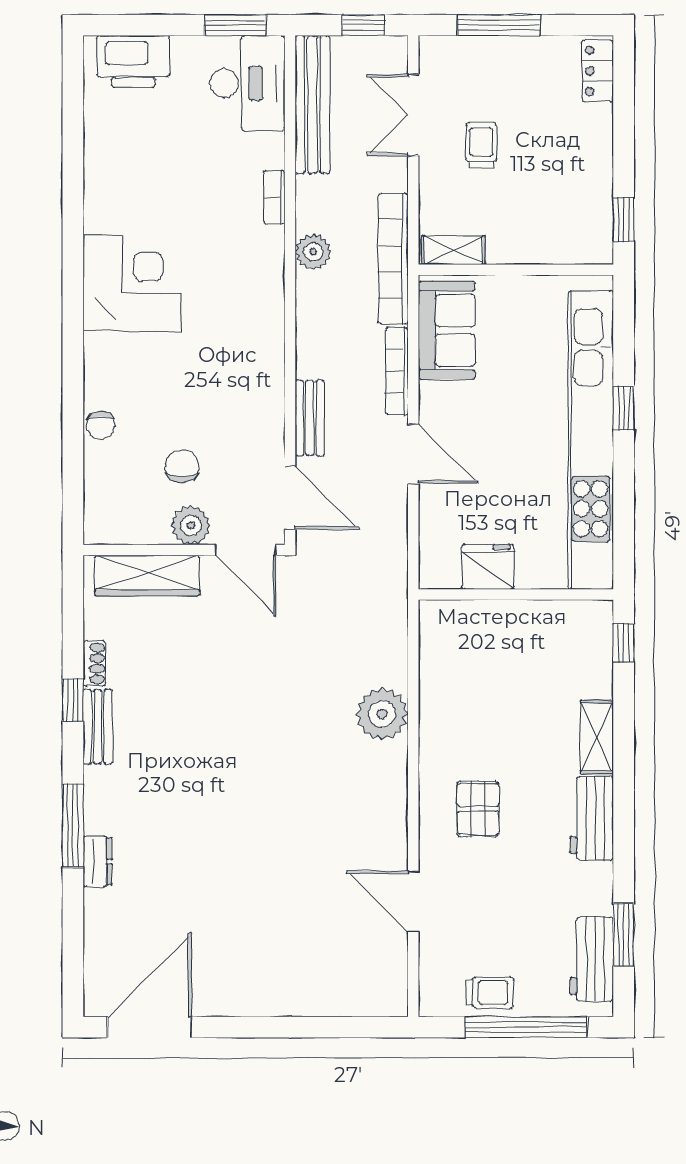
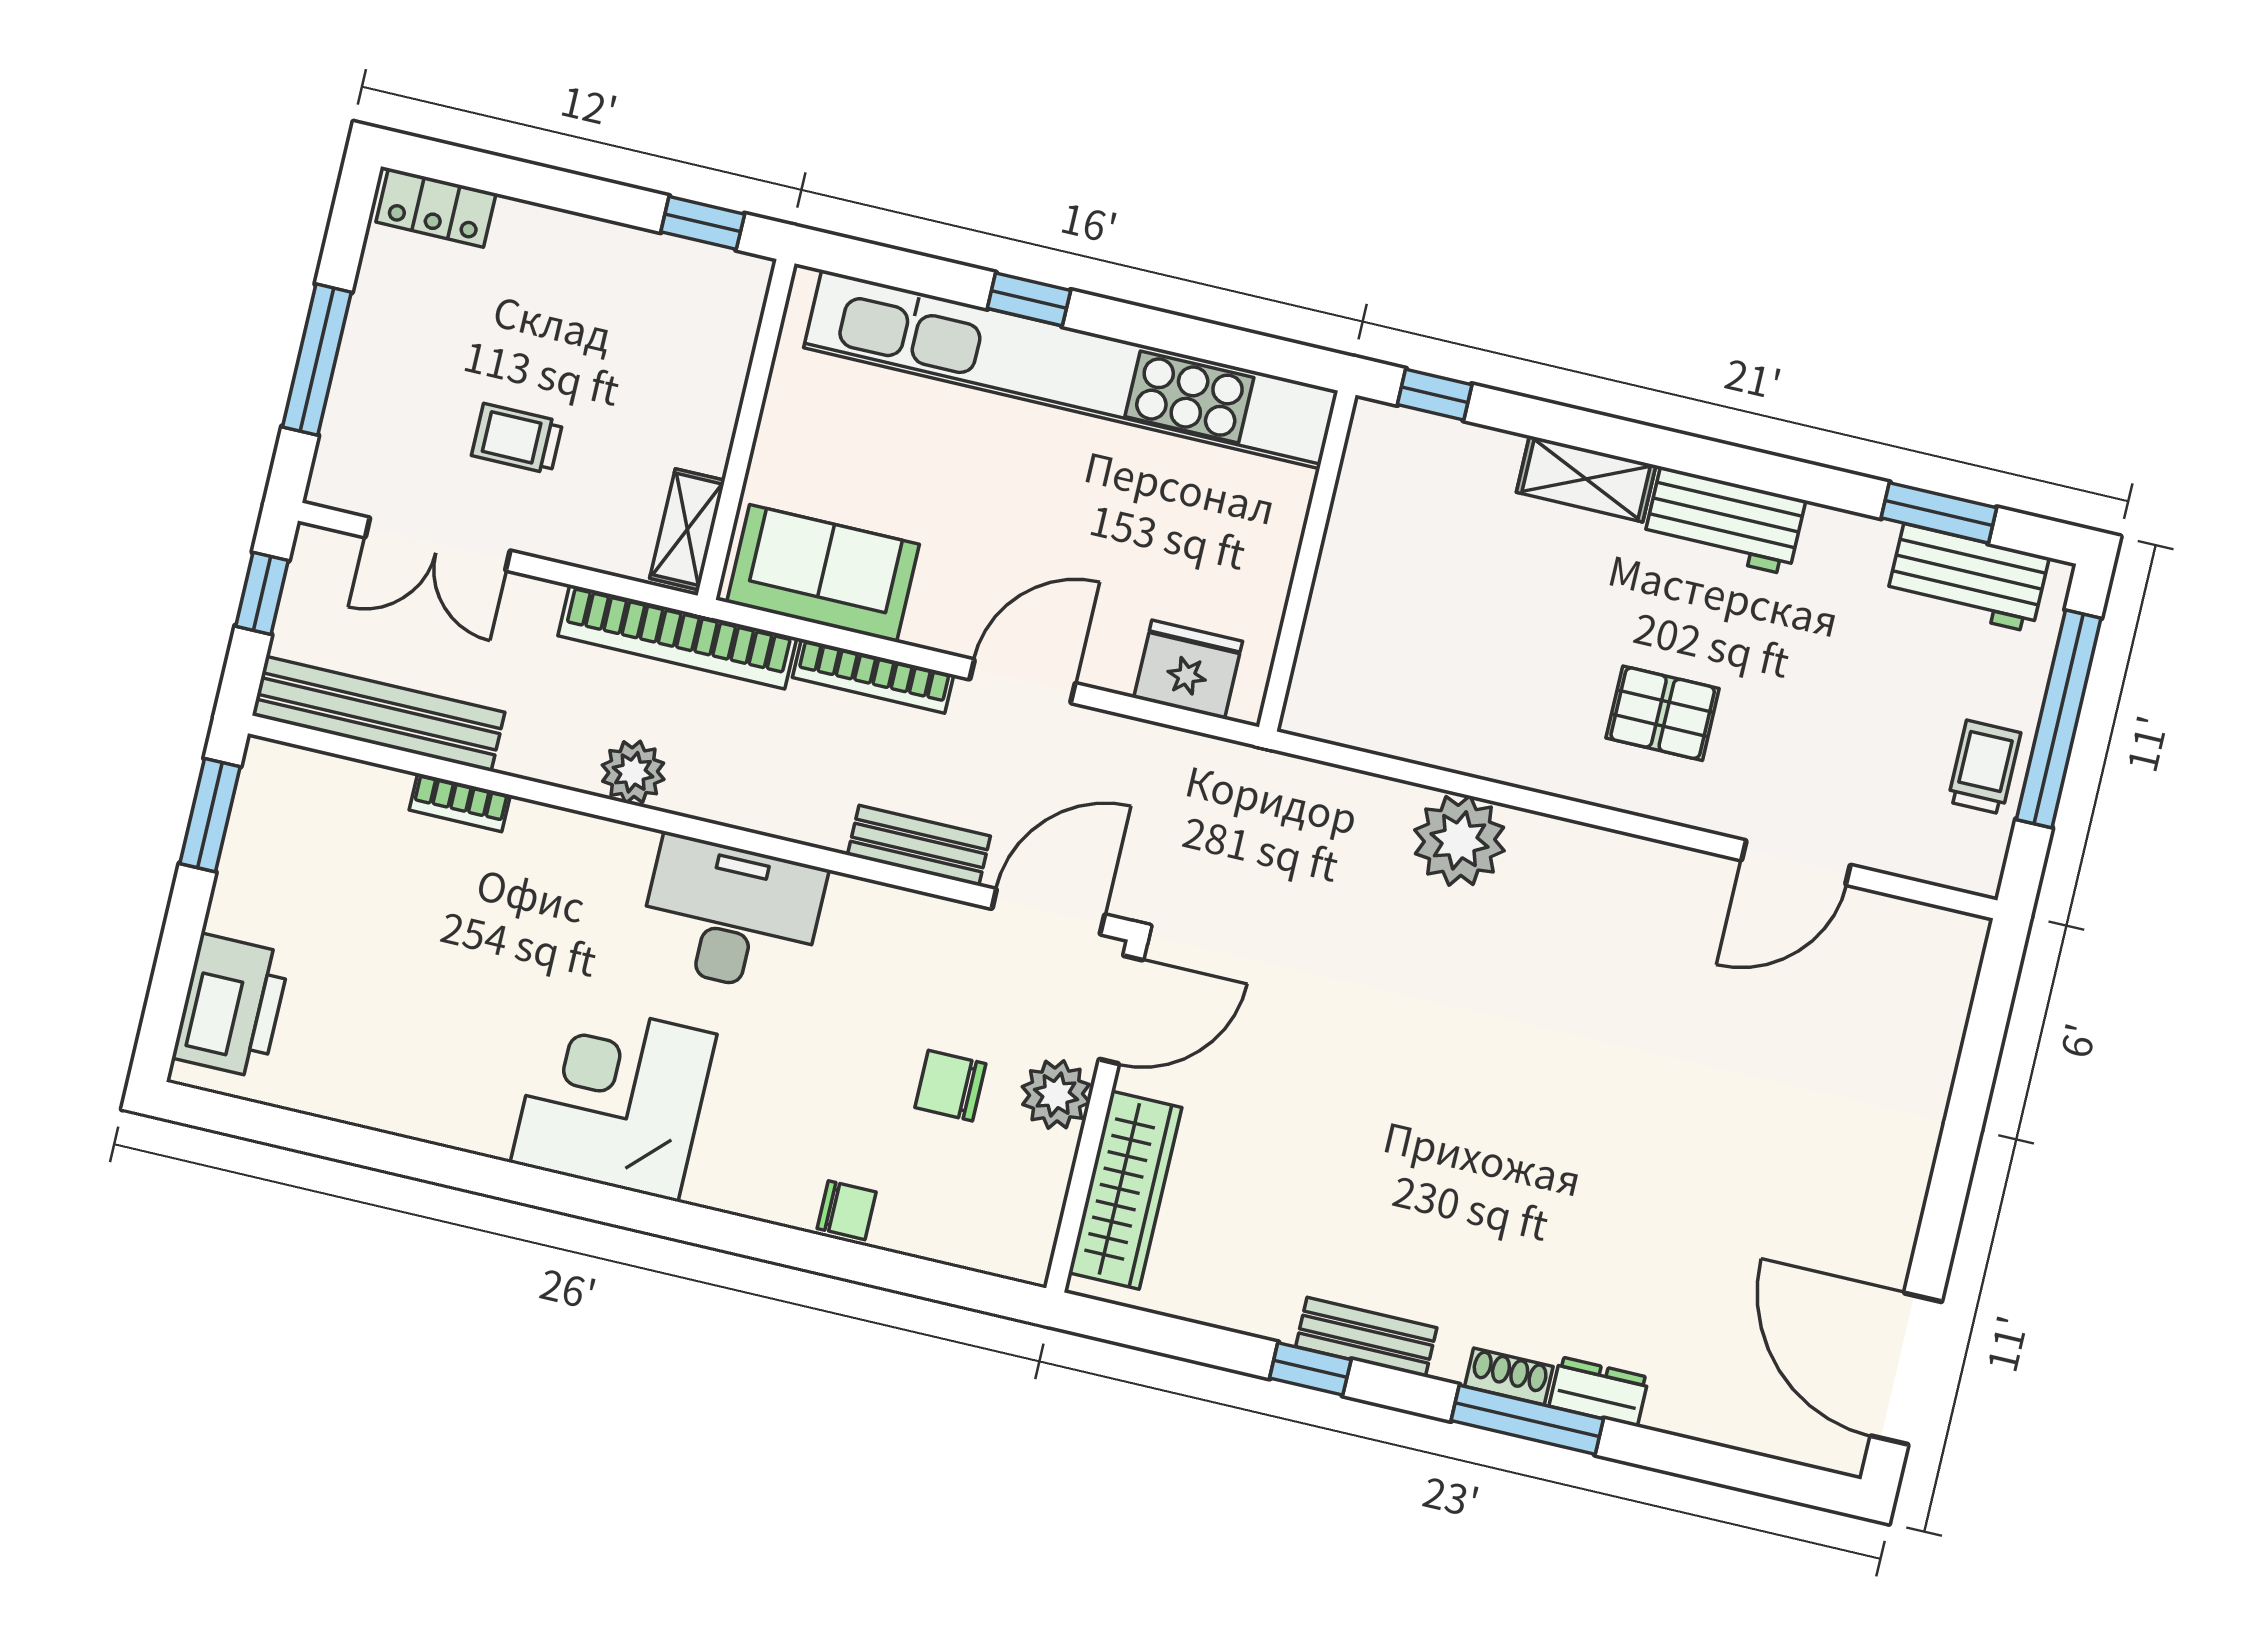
desk: (247, 83) -> (731, 915), moved
bookcase: (274, 197) -> (460, 802), moved
fridge: (488, 567) -> (1188, 670), moved, turned 90
shoe rack: (94, 663) -> (1509, 1376), moved

